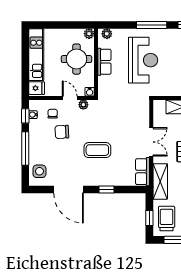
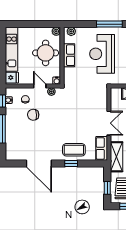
reception desk: (143, 60) -> (102, 54), turned 180
coffee table: (97, 150) -> (74, 150), moved
side table: (39, 171) -> (14, 148), removed

